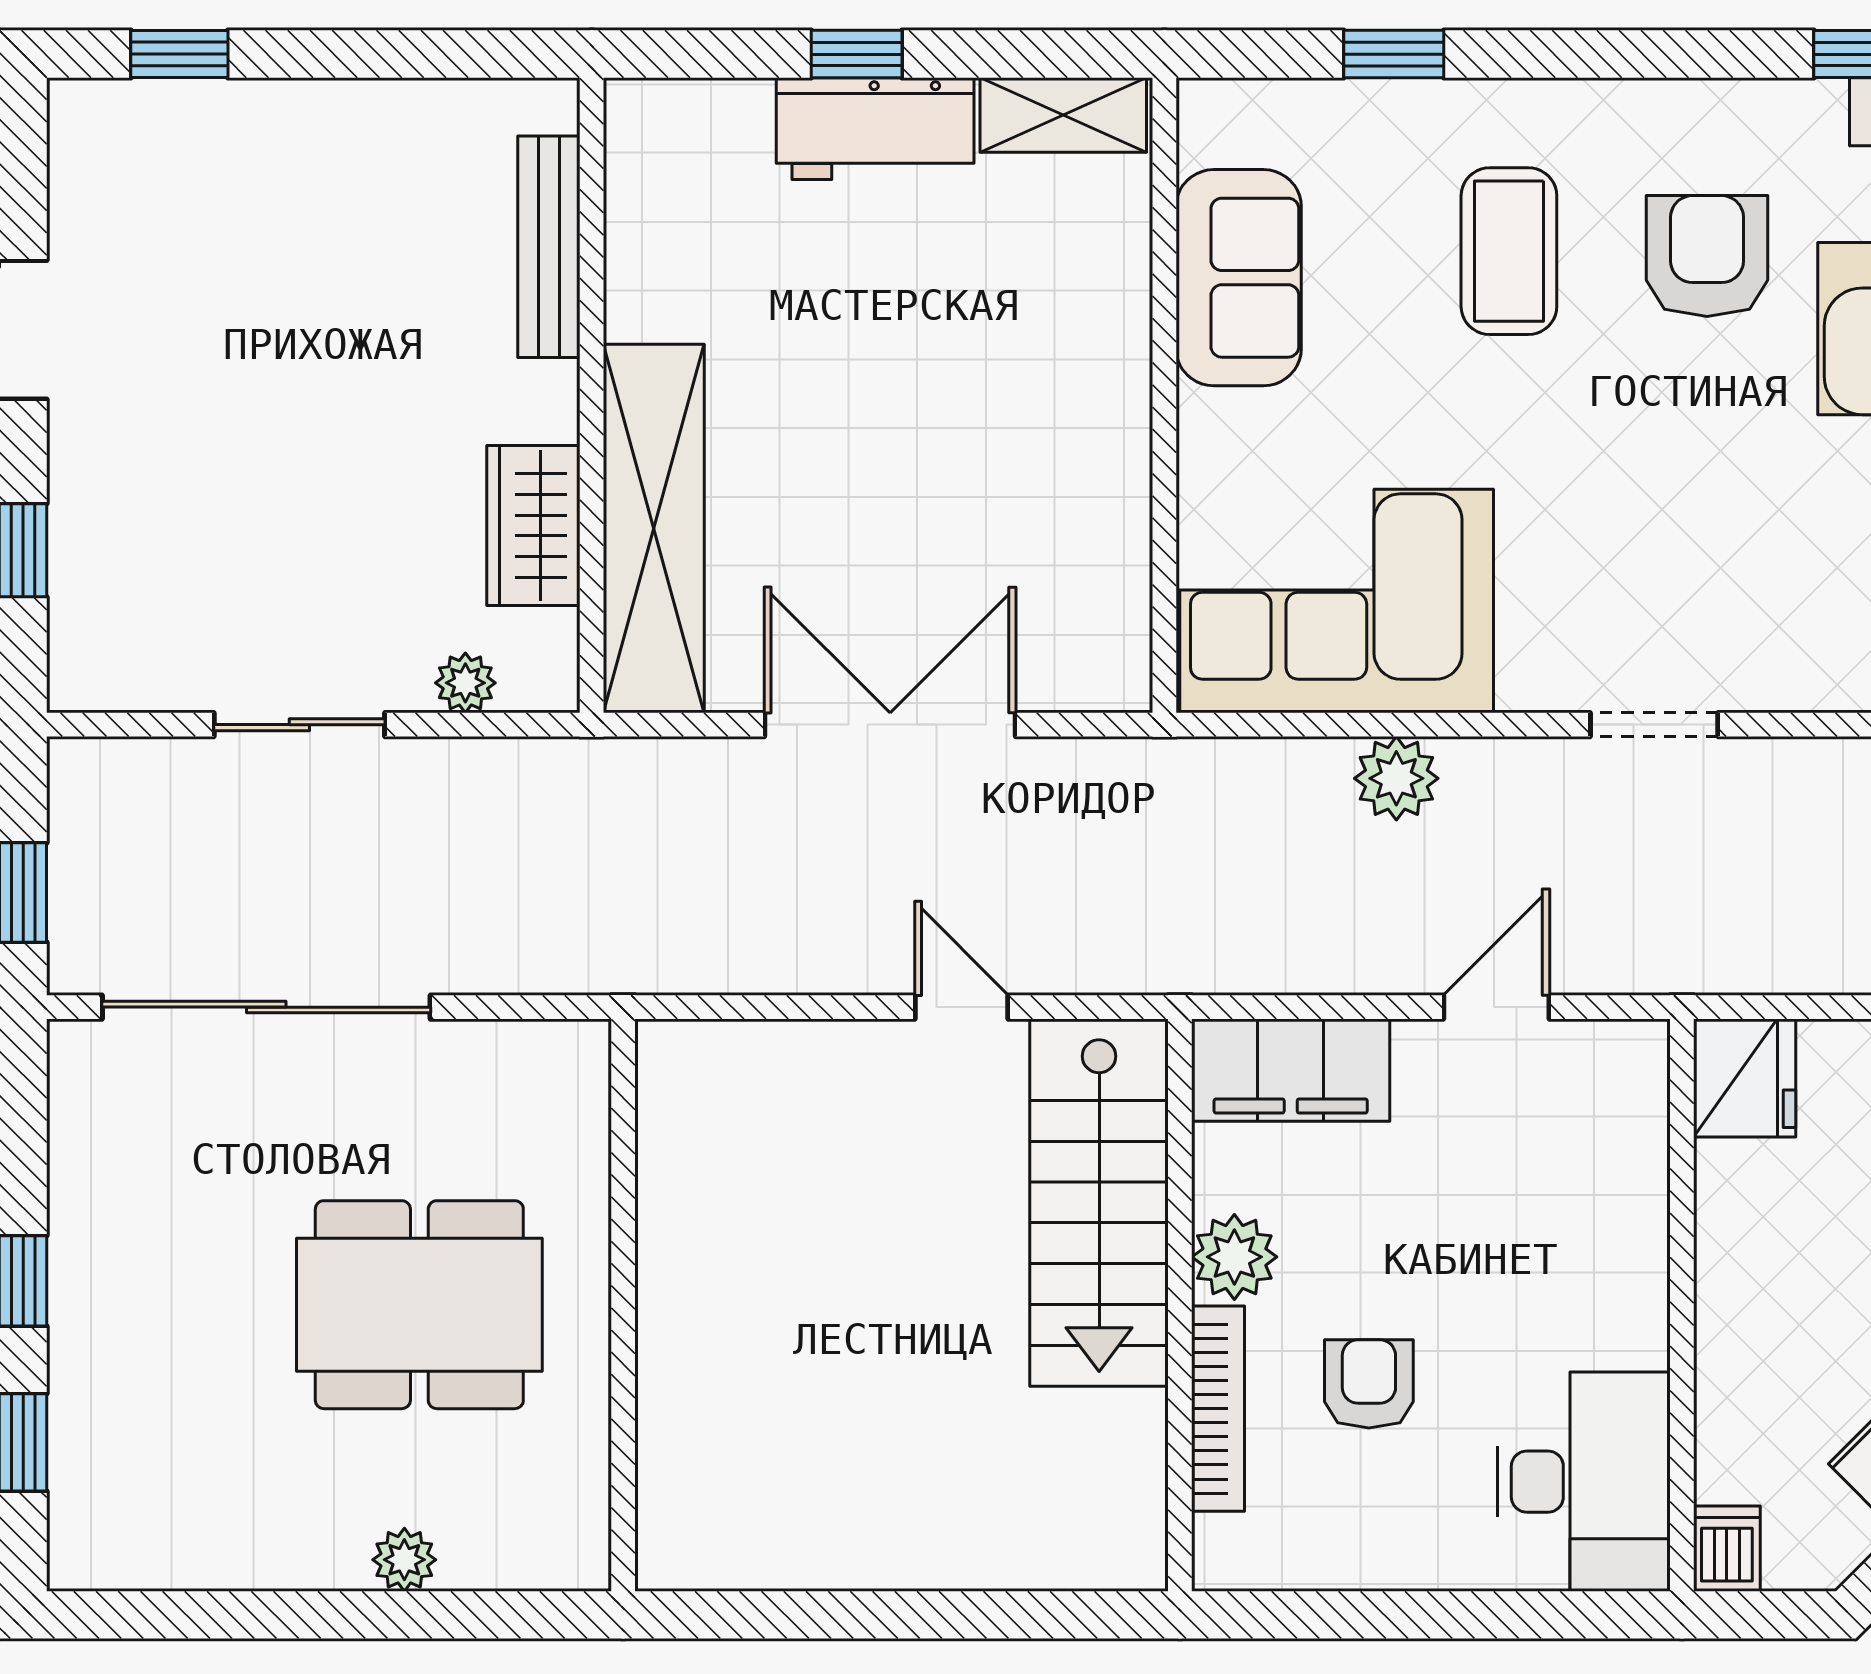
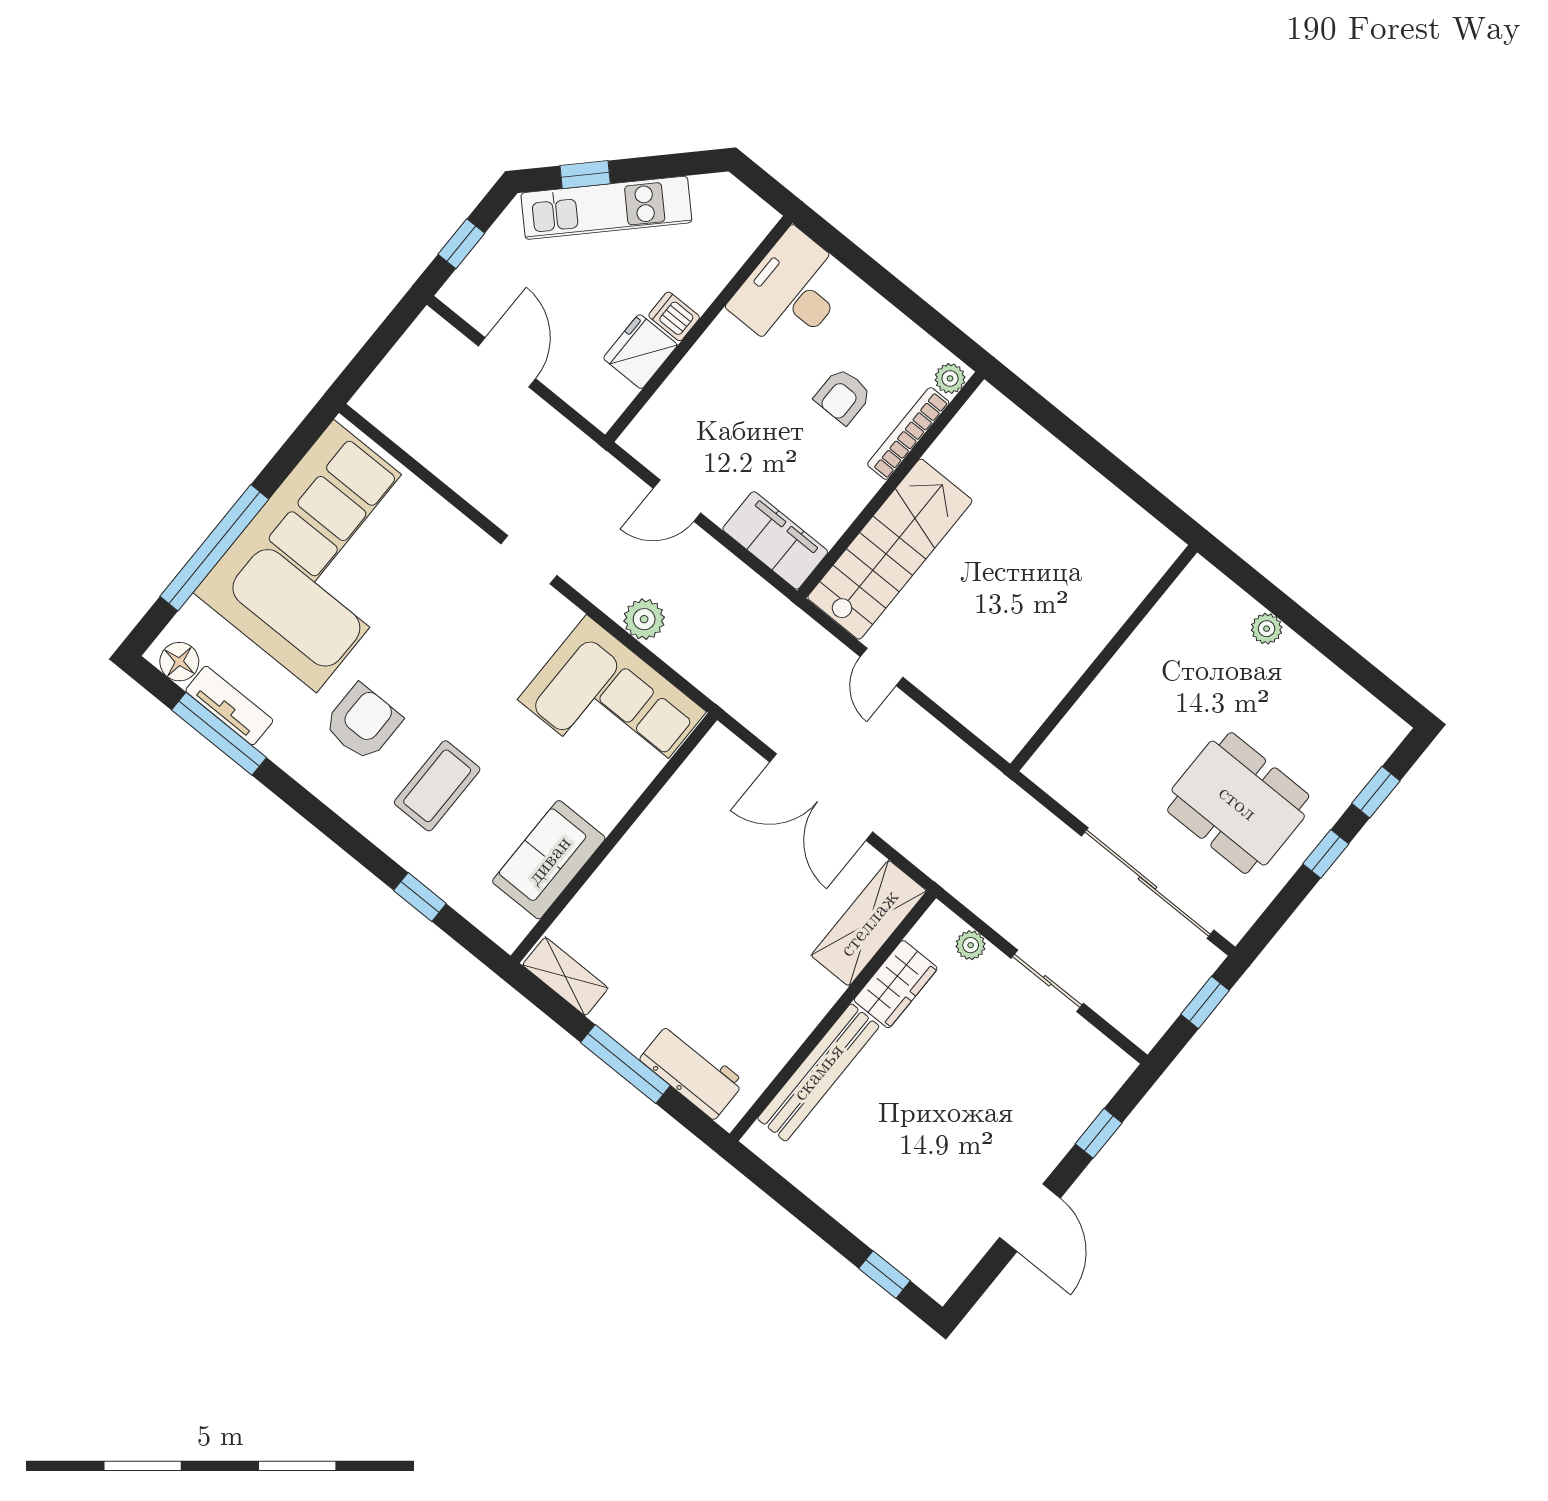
window: (857, 54) -> (625, 1064), width x2.17
workbench: (875, 129) -> (692, 1071), moved
bench: (549, 247) -> (818, 1072), width x1.37, depth x1.21
armchair: (1707, 256) -> (363, 722), turned 180
shelving: (654, 528) -> (869, 923), width x0.68
fridge: (1745, 1078) -> (640, 352), moved
plant: (1234, 1257) -> (950, 378), moved, width x0.73, depth x0.73
dining table: (419, 1305) -> (1238, 803), moved
dishwasher: (1727, 1549) -> (674, 316), moved, turned 90

